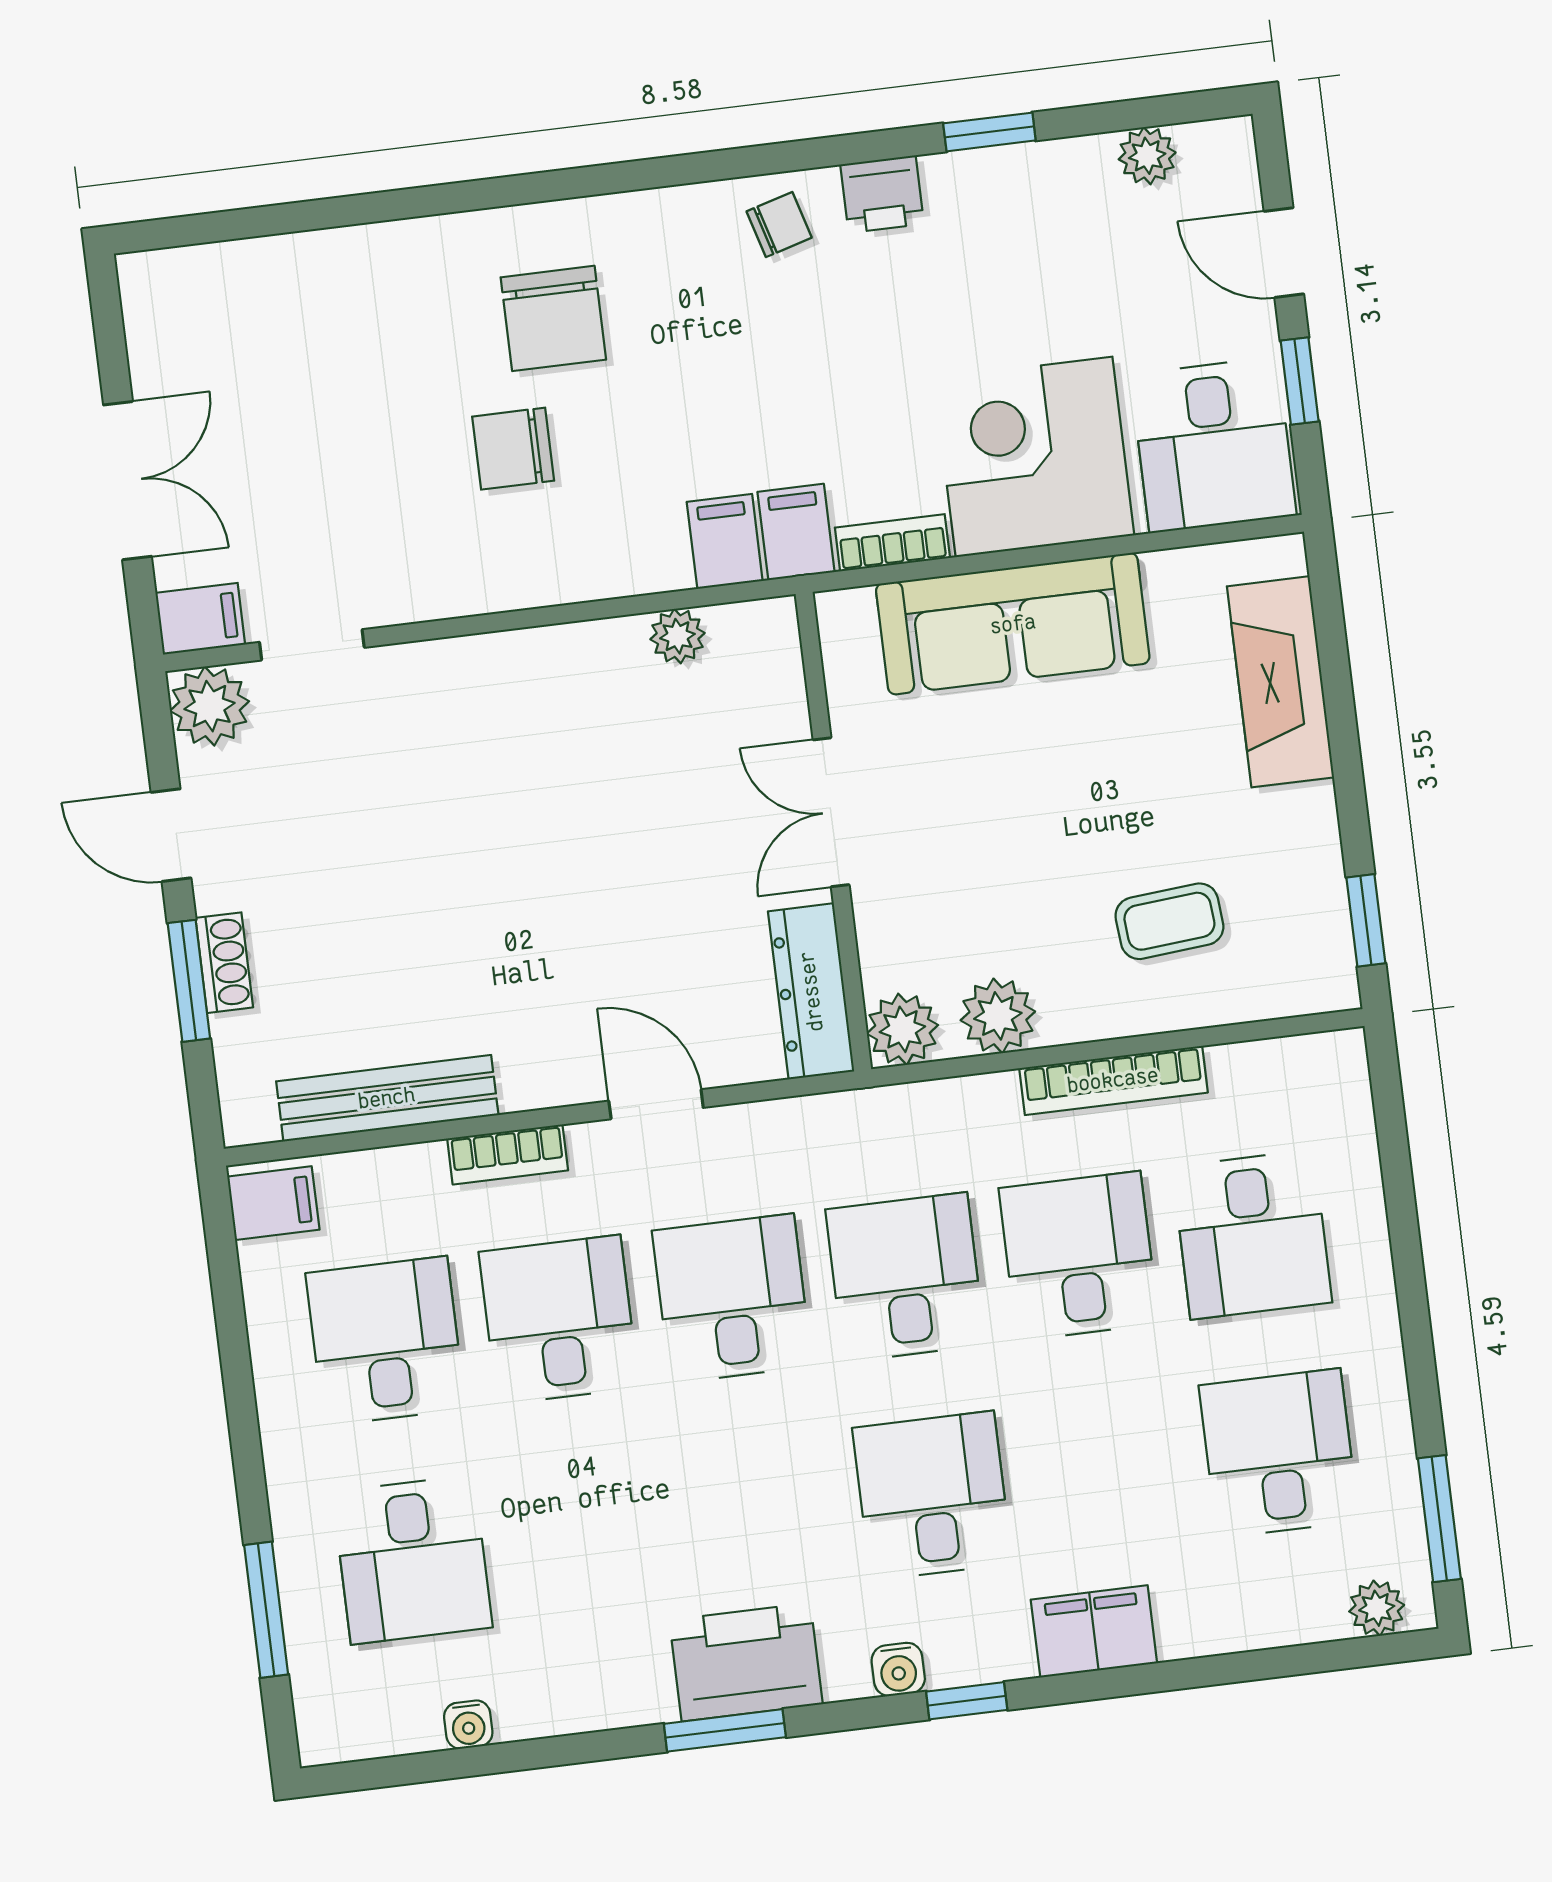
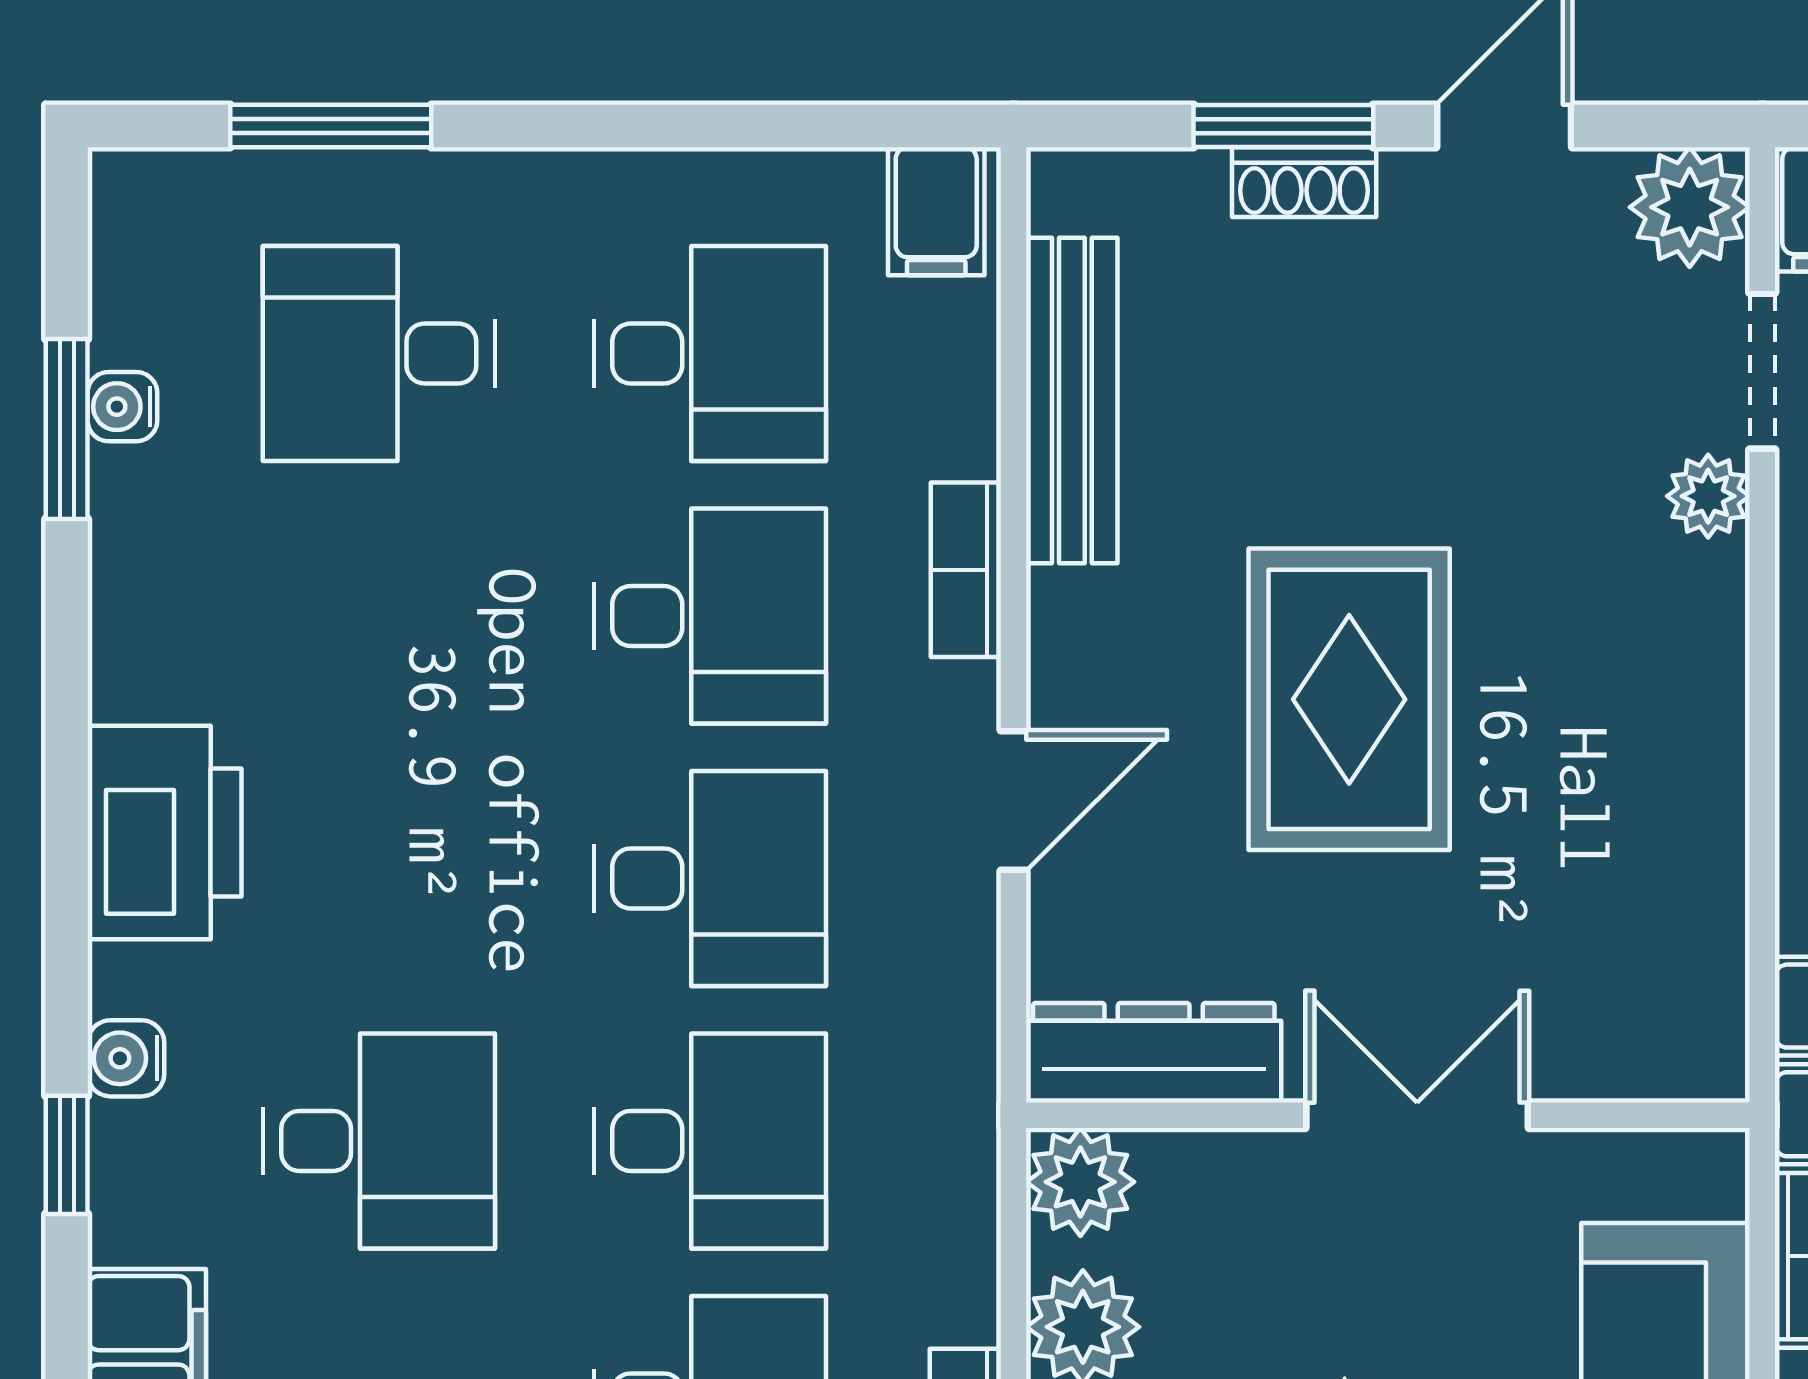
plant: (677, 636) -> (1708, 496), moved
rug: (562, 891) -> (1349, 699), added
window: (725, 1730) -> (67, 429), moved

